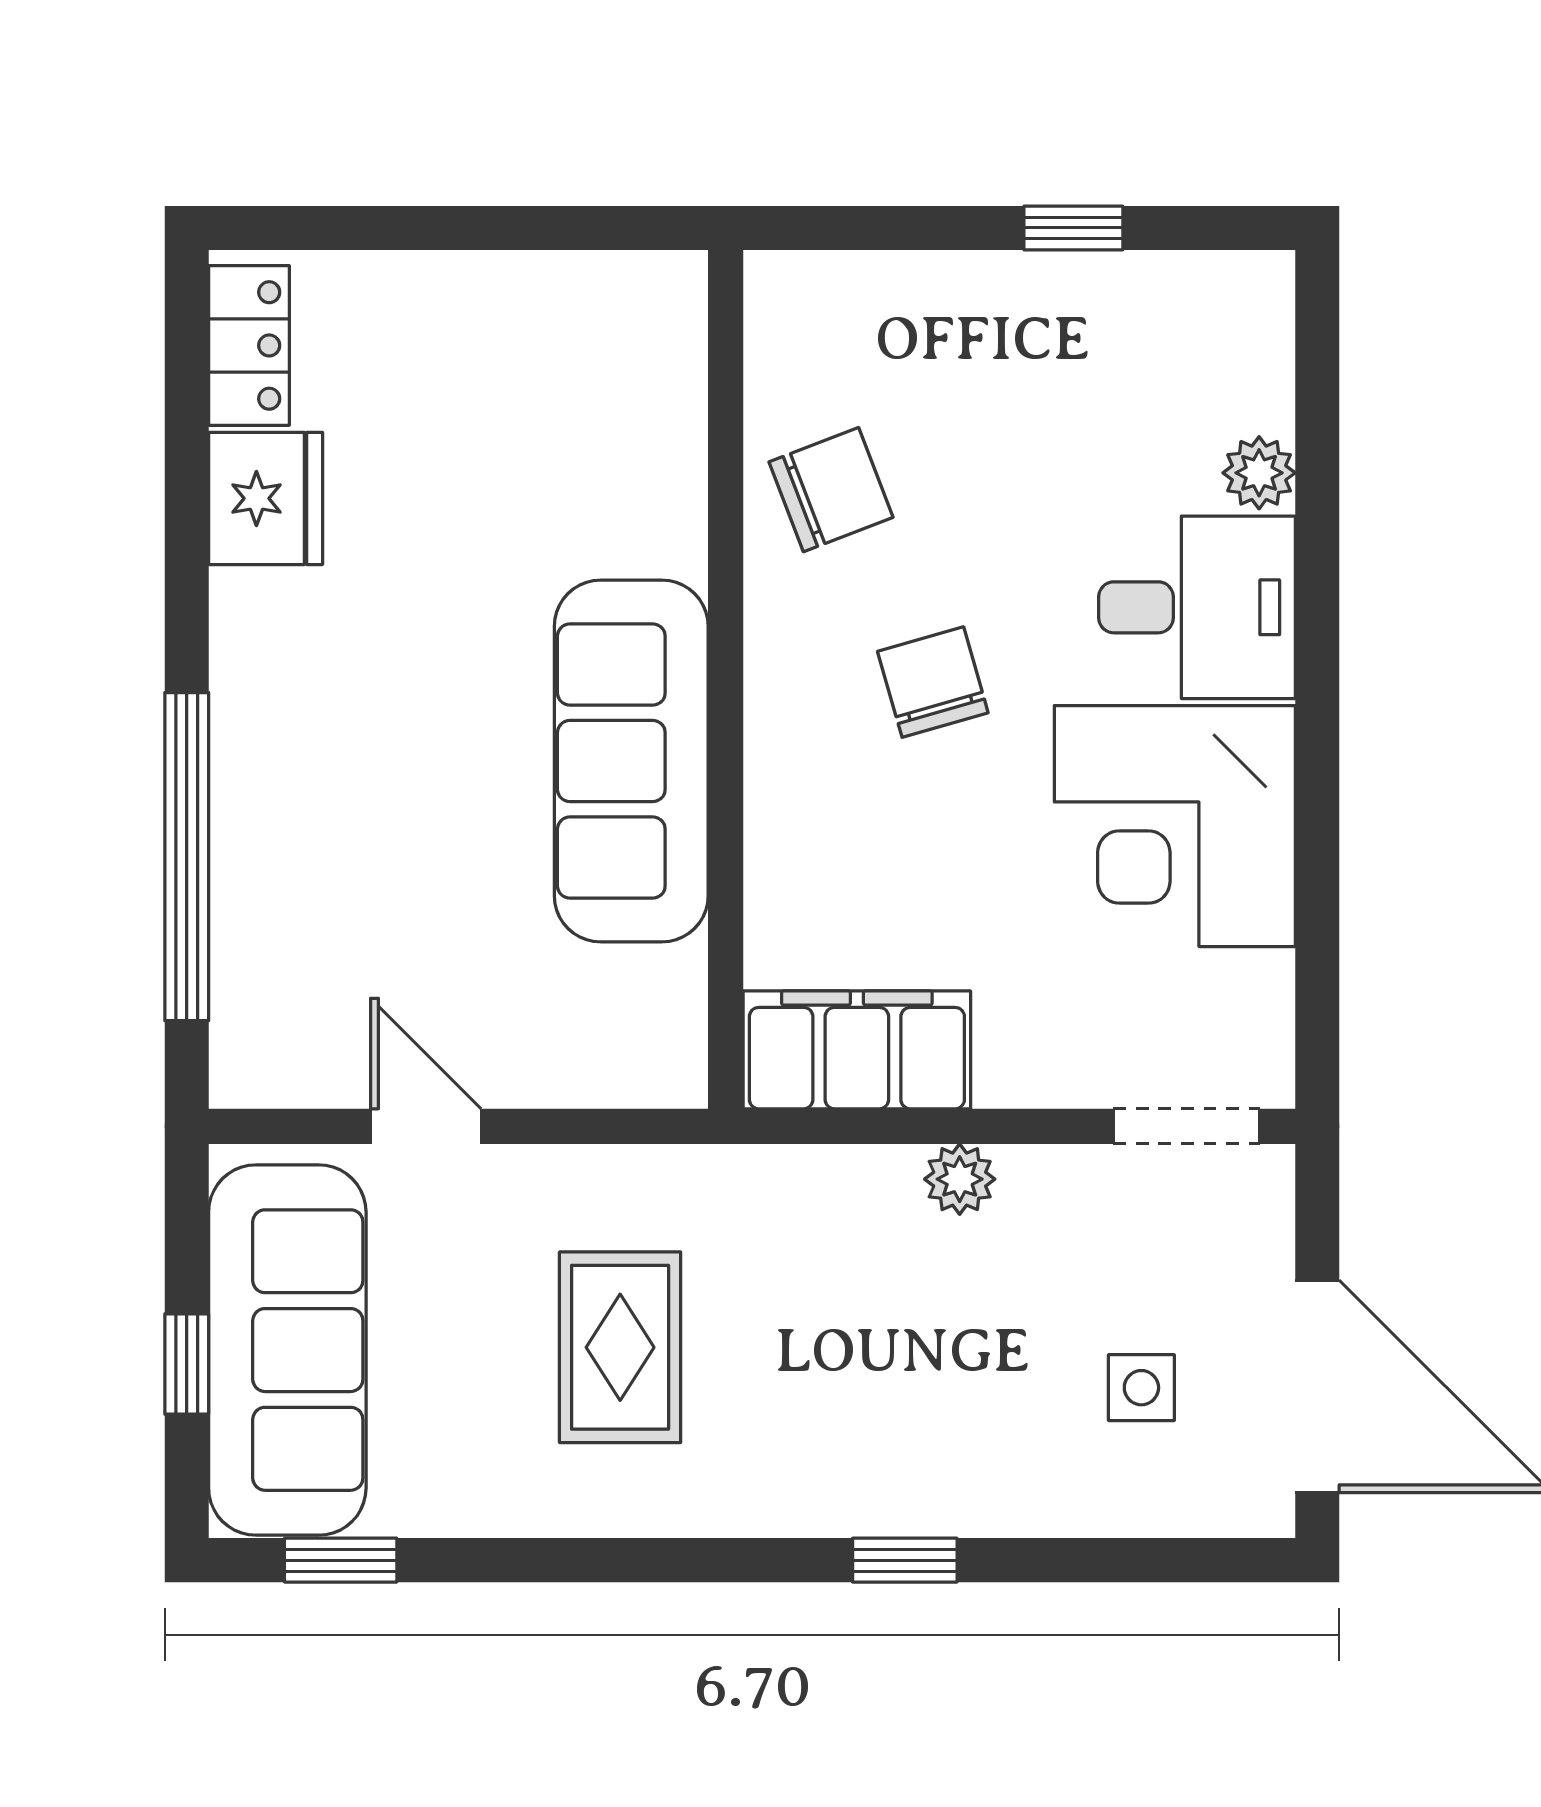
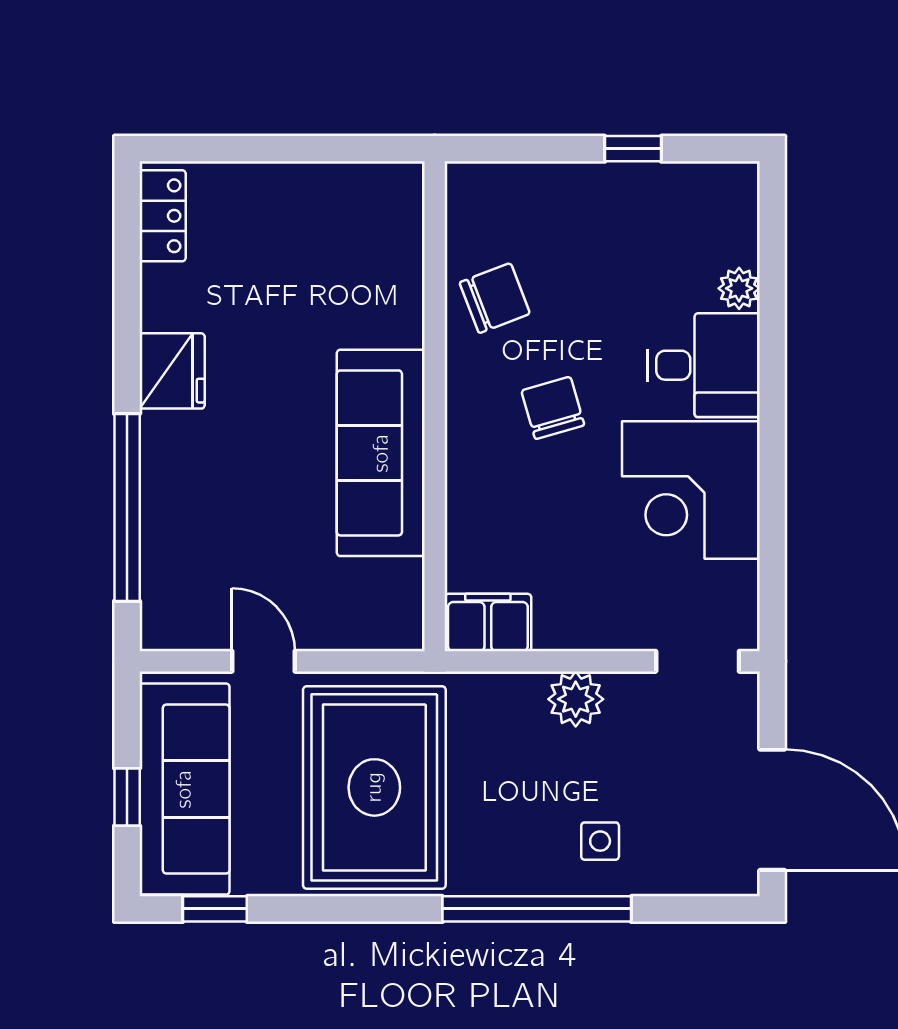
fridge: (266, 498) -> (172, 371), moved
filing cabinet: (857, 1050) -> (488, 623), width x0.67, depth x0.86
plant: (960, 1179) -> (576, 699), width x1.38, depth x1.38
rug: (620, 1347) -> (374, 787), width x1.86, depth x2.06
side table: (1141, 1388) -> (600, 841), moved
window: (905, 1560) -> (537, 909), width x3.17

